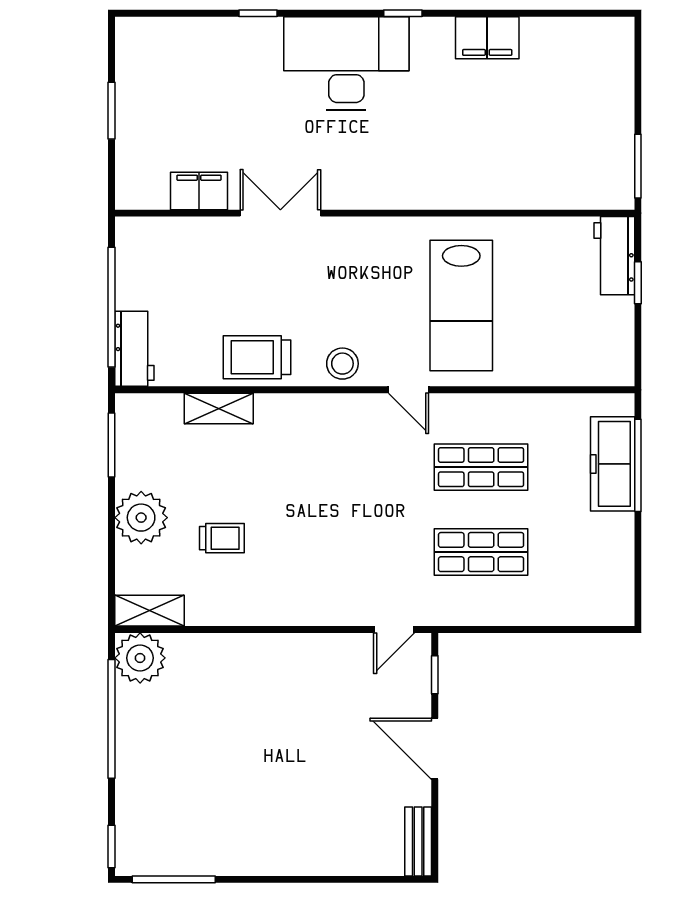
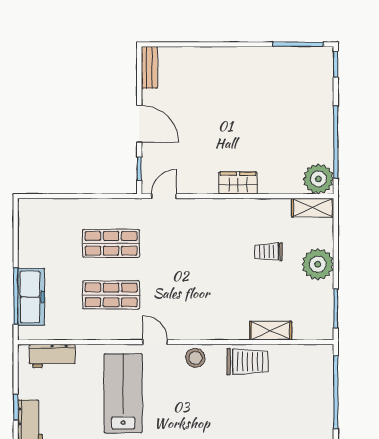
workbench: (134, 349) -> (52, 356), moved, turned -90
wardrobe: (272, 651) -> (238, 183), added

